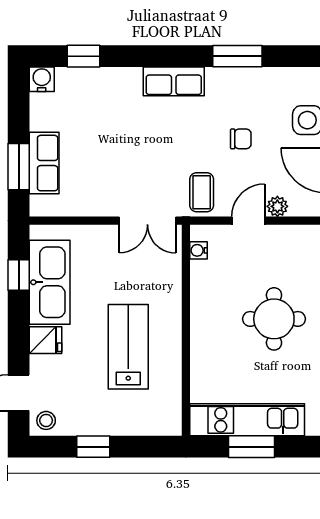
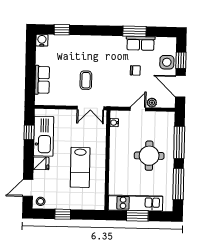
row of seats: (174, 81) -> (141, 43), moved
window: (19, 167) -> (30, 81), removed
coffee table: (202, 192) -> (86, 80), moved
lab bench: (128, 347) -> (80, 167), turned 180

